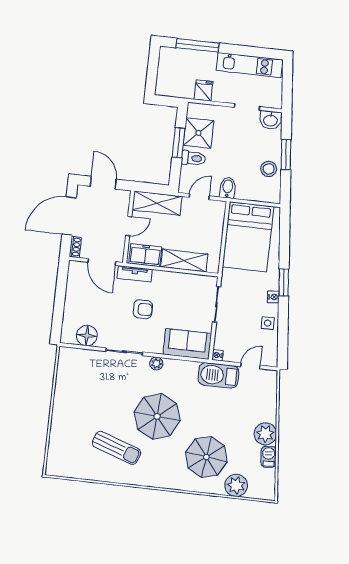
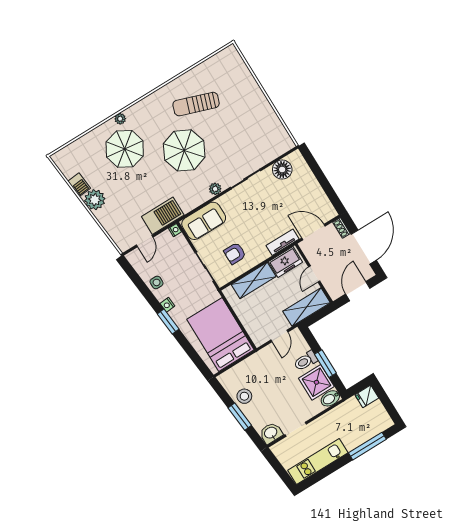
fridge: (204, 90) -> (367, 396), moved, turned 90
door: (103, 183) -> (358, 291), swing flipped
bidet: (228, 188) -> (330, 398), moved, turned 90
armchair: (143, 309) -> (235, 253), moved
plant: (236, 485) -> (120, 119), moved, width x0.53, depth x0.53

